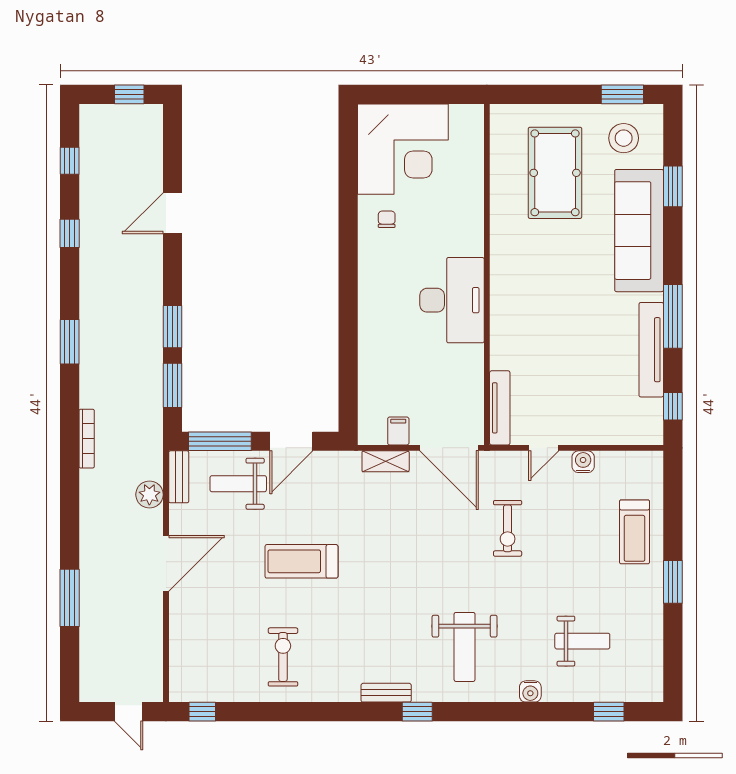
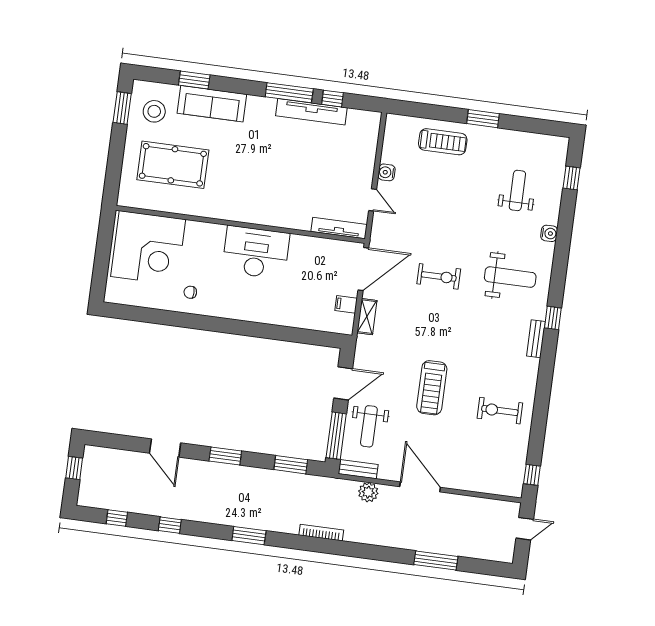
corner desk: (403, 149) -> (148, 248), moved, turned 90
sofa: (639, 231) -> (212, 104), width x0.74, depth x0.79
window: (173, 327) -> (225, 456), moved
window: (673, 406) -> (332, 99), moved
door: (291, 441) -> (343, 383), hinge flipped
exercise bike: (508, 528) -> (439, 276), moved

